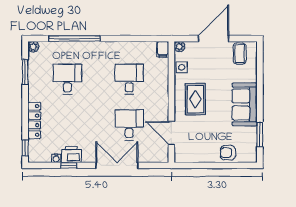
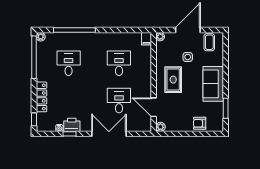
side table: (182, 67) -> (188, 57), moved
window: (25, 72) -> (34, 57), width x2.11
plant: (180, 157) -> (160, 127), added

